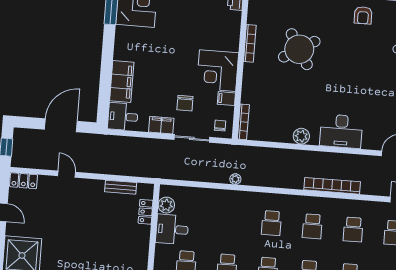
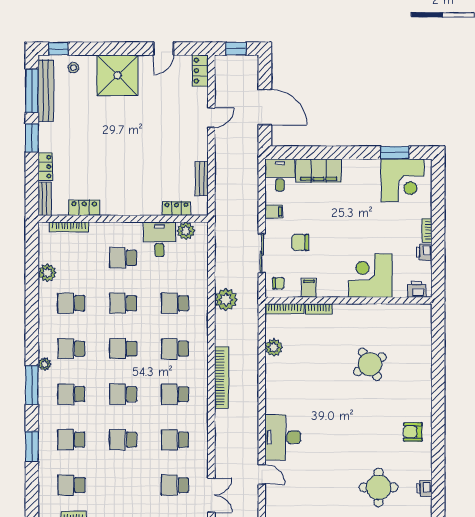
bookcase: (250, 43) -> (319, 309), moved, width x0.64
round table: (299, 49) -> (370, 364), width x0.73, depth x0.73
corner desk: (218, 71) -> (370, 276), moved
filing cabinet: (161, 125) -> (274, 211), width x0.50
desk: (341, 131) -> (283, 437), moved
plant: (301, 136) -> (274, 348), moved
plant: (235, 179) -> (226, 300), width x1.88, depth x1.88
bookcase: (332, 186) -> (222, 378), moved
school desk: (231, 220) -> (175, 303), added

